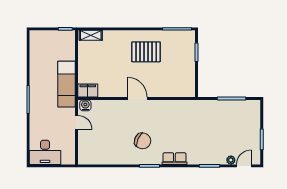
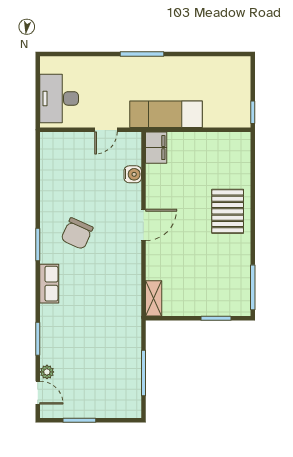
shelving: (91, 35) -> (154, 298), moved
pallet: (146, 52) -> (228, 211), moved
water cooler: (85, 105) -> (133, 174), moved
desk: (45, 152) -> (59, 98), moved

